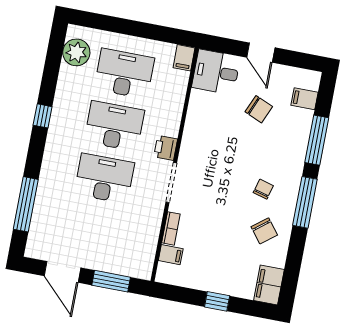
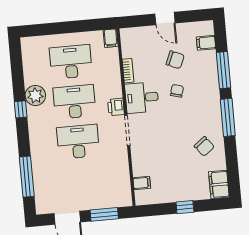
plant: (76, 52) -> (35, 95), moved
desk: (216, 72) -> (142, 98), moved
chair: (263, 189) -> (177, 91), moved
bookcase: (171, 228) -> (128, 71), moved

